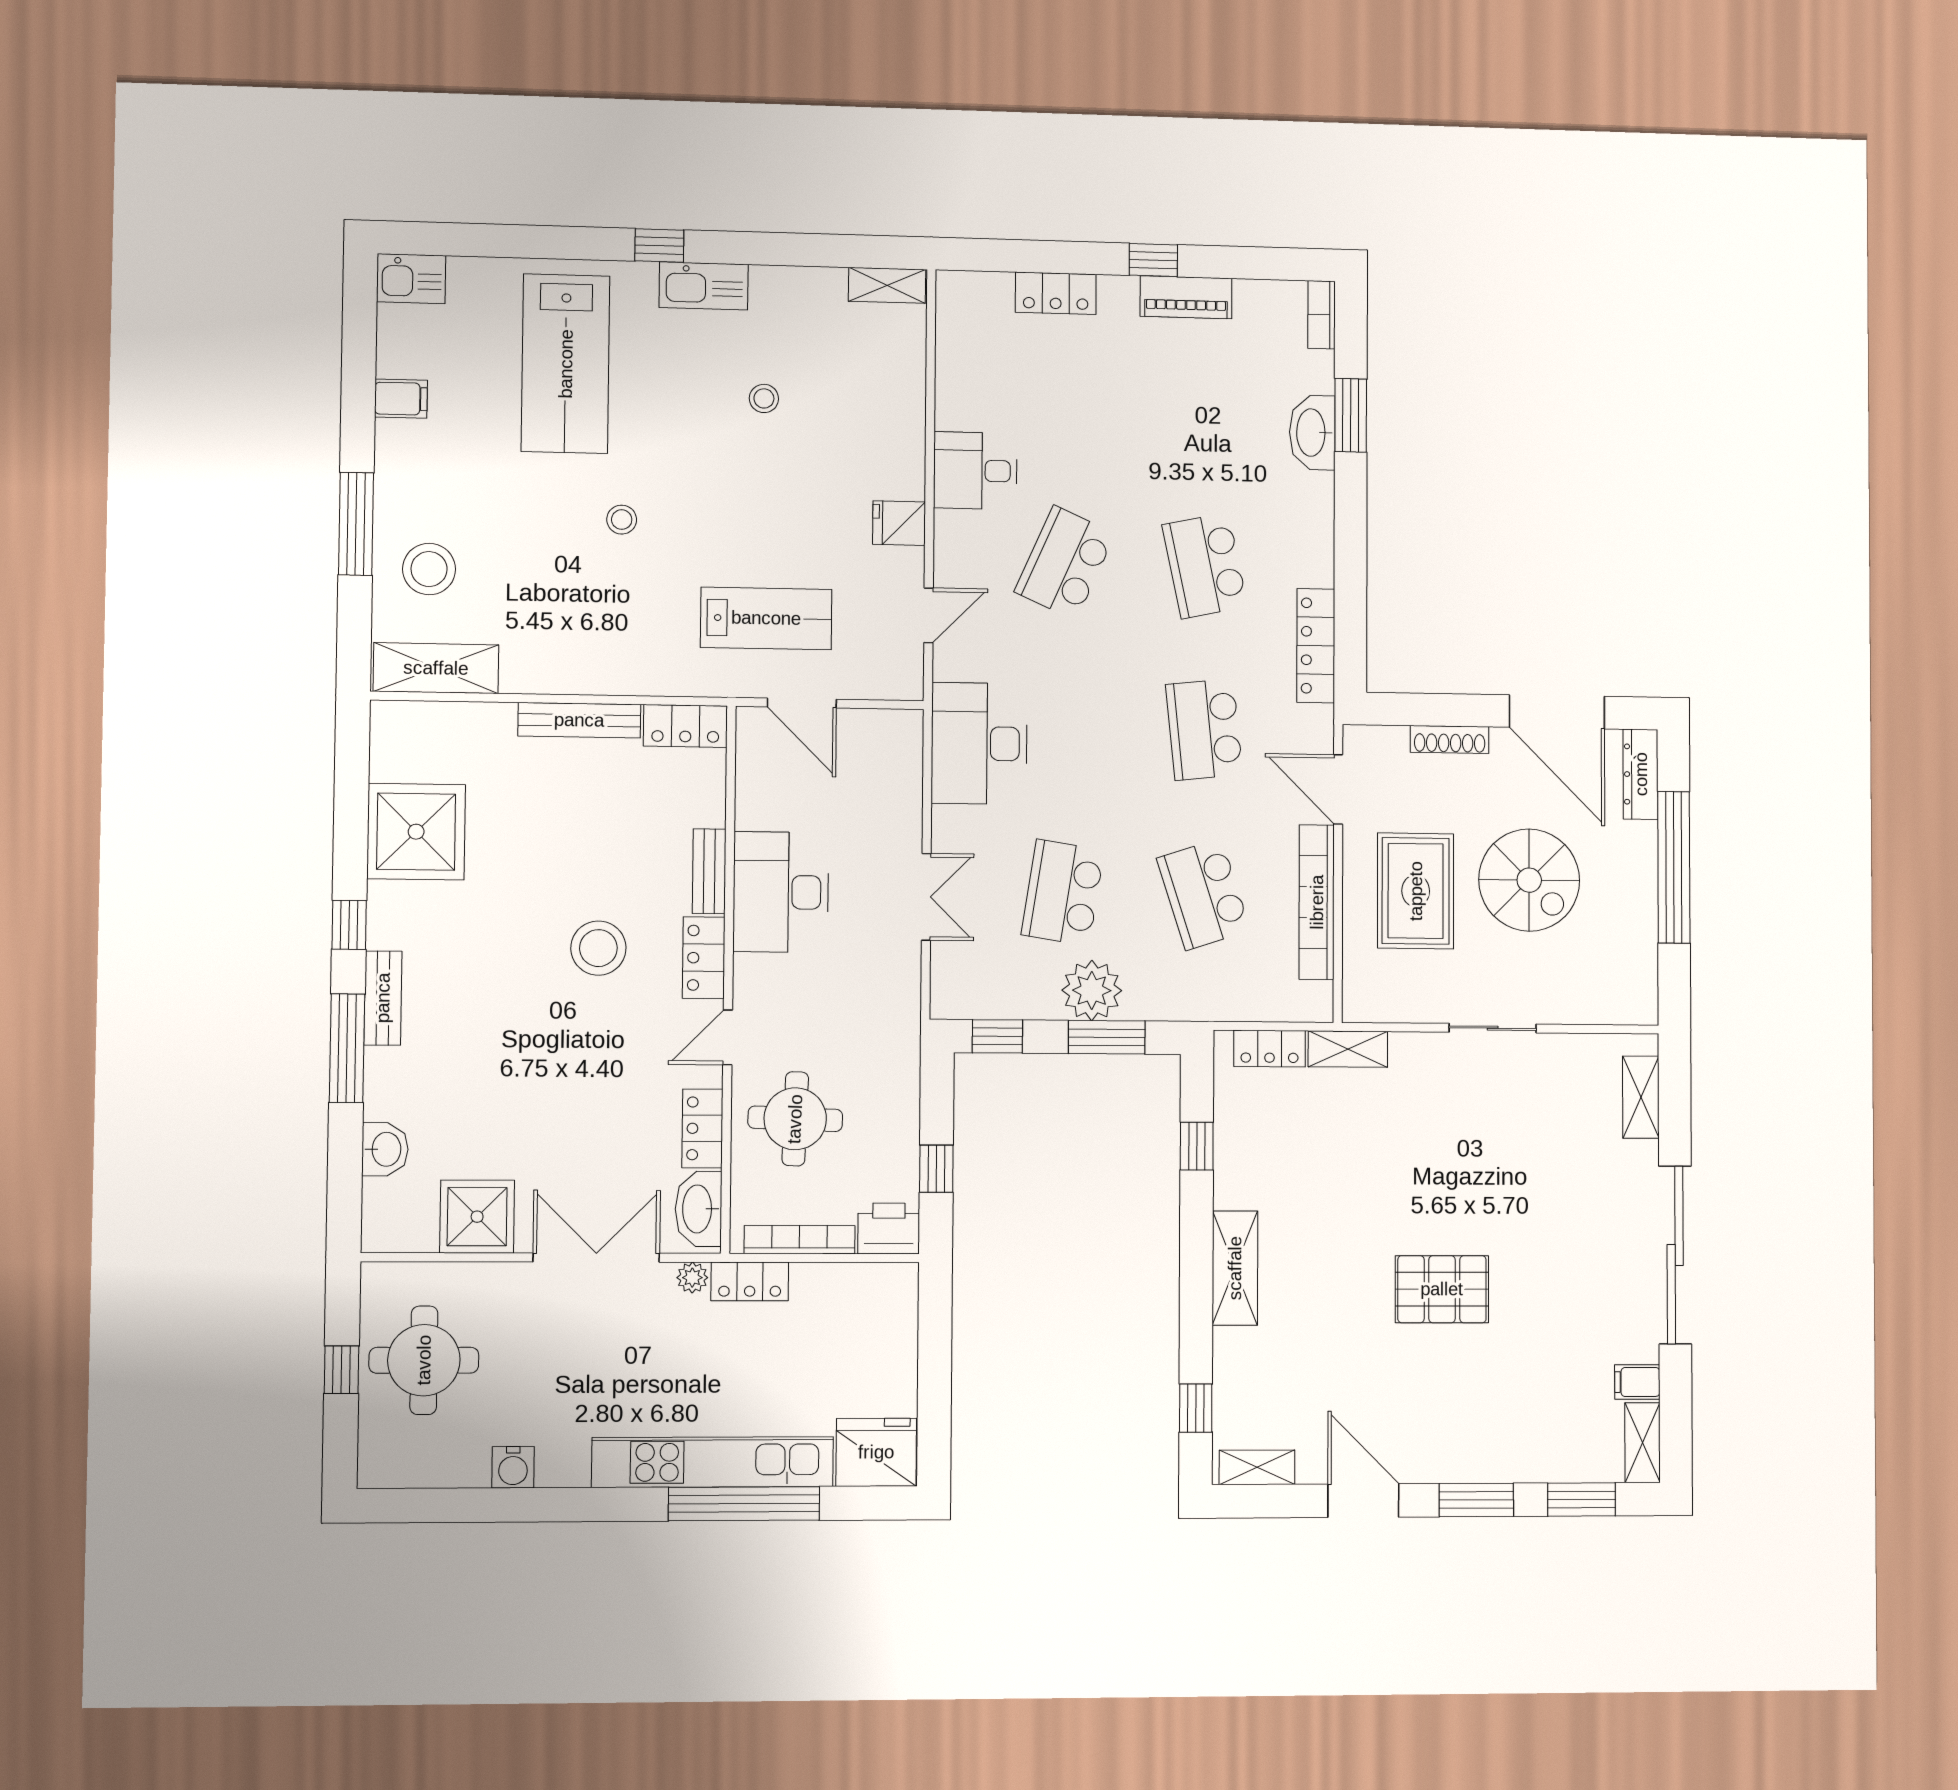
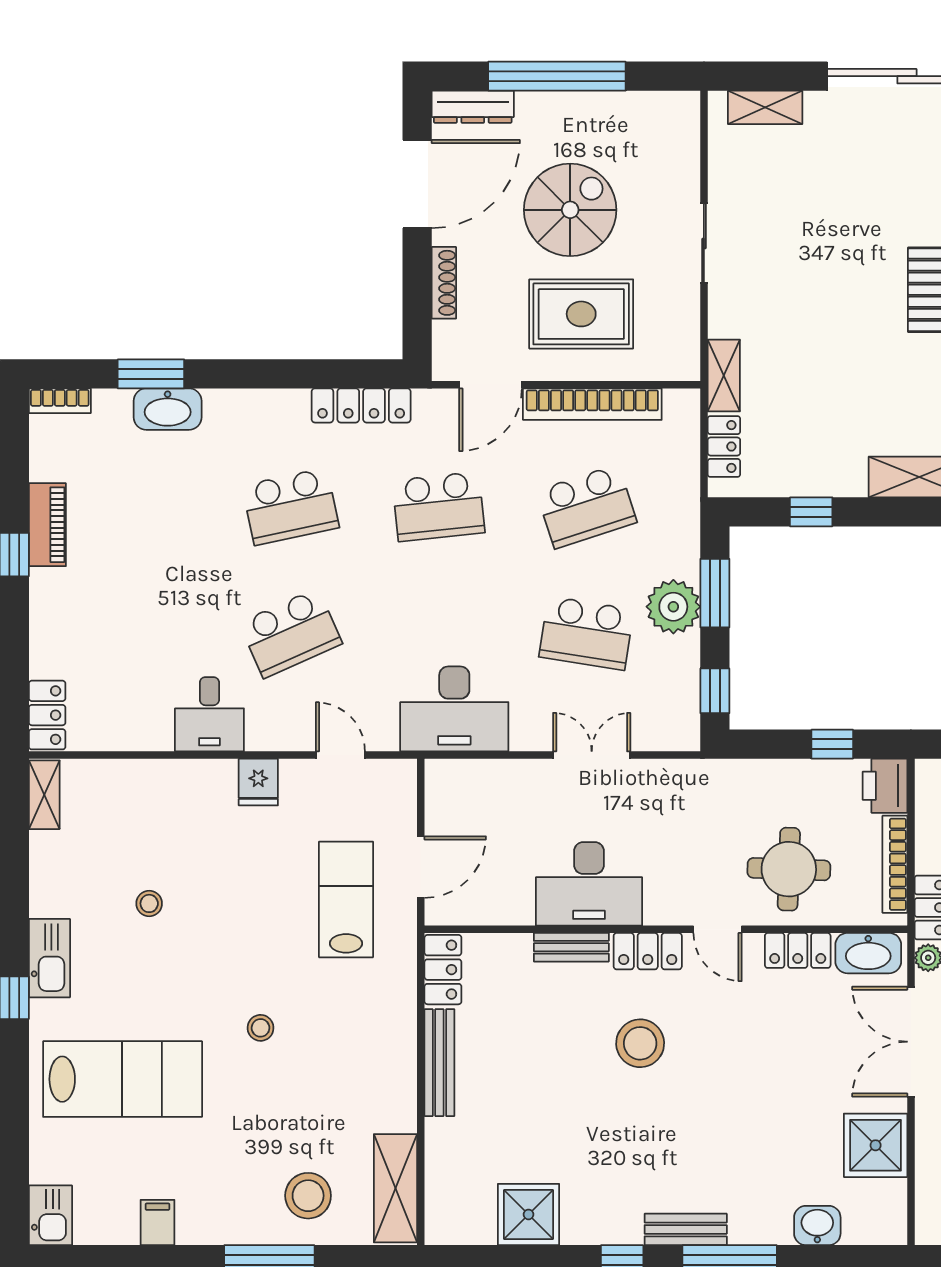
locker: (1056, 293) -> (47, 715), moved
school desk: (1065, 563) -> (291, 633), turned -48
shower: (416, 832) -> (528, 1214), width x0.73, depth x0.73

